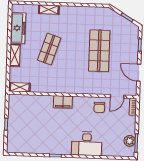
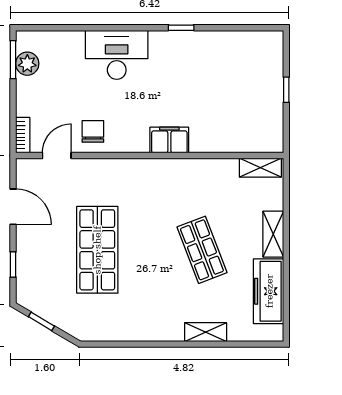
shop shelf: (49, 49) -> (202, 250), turned -39

